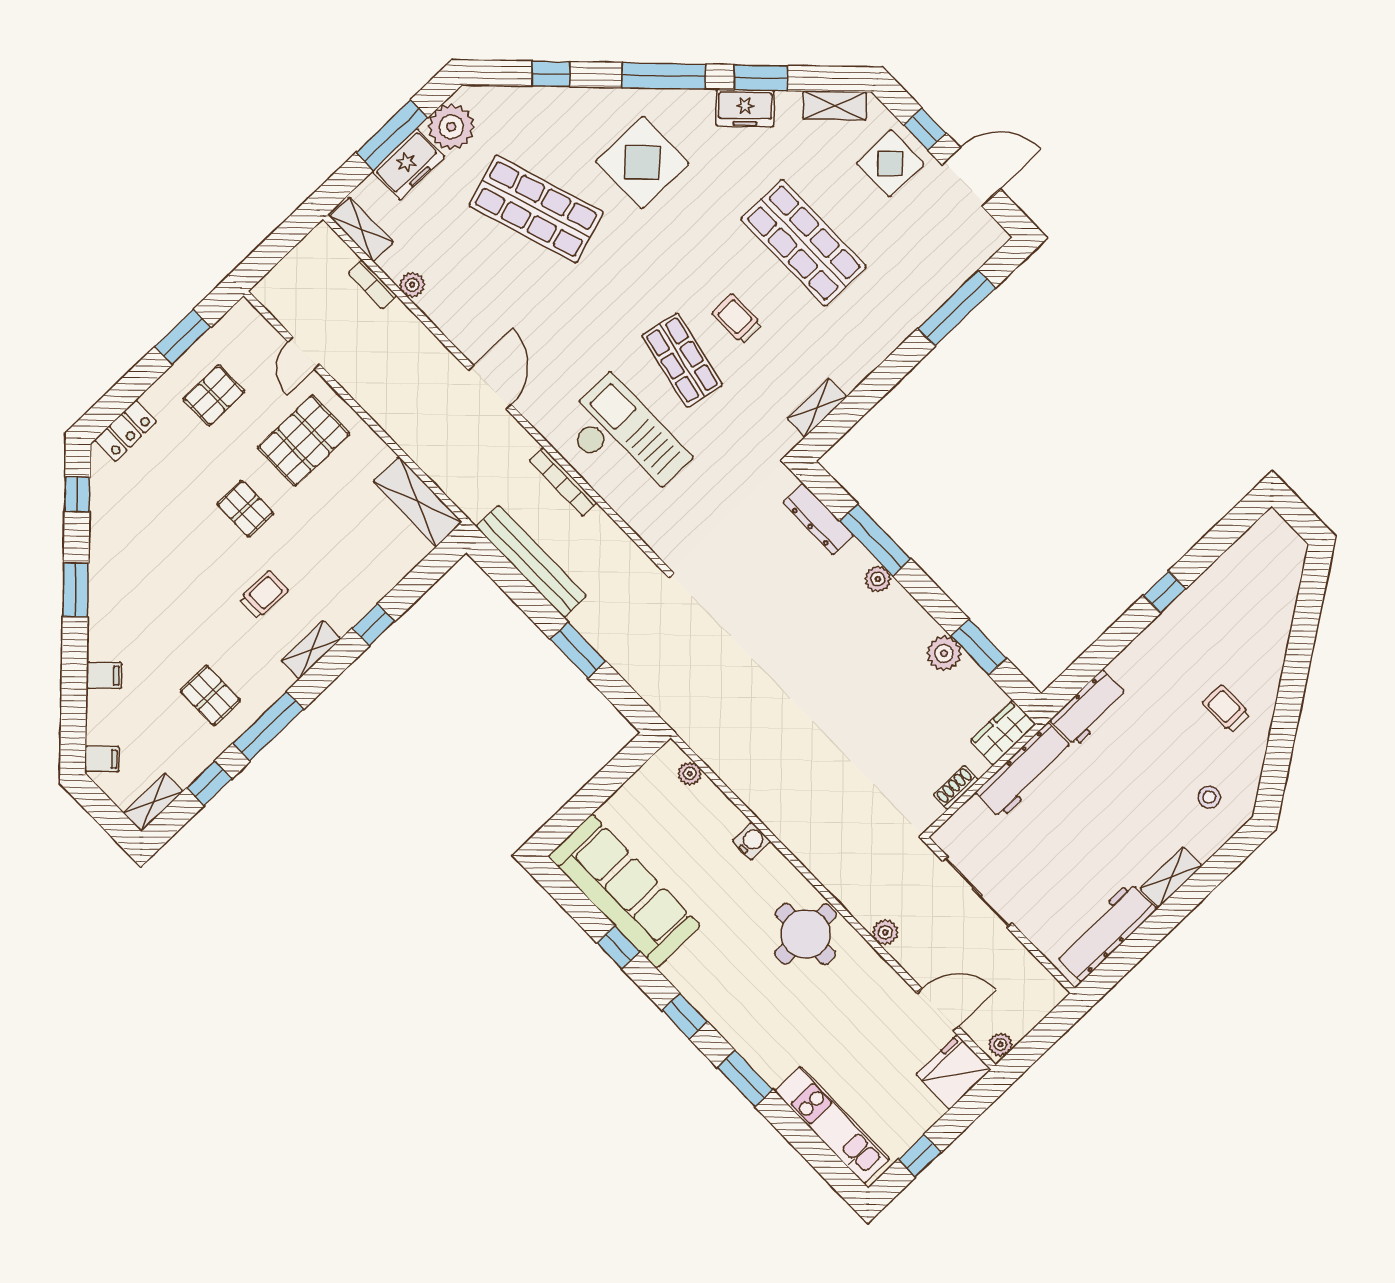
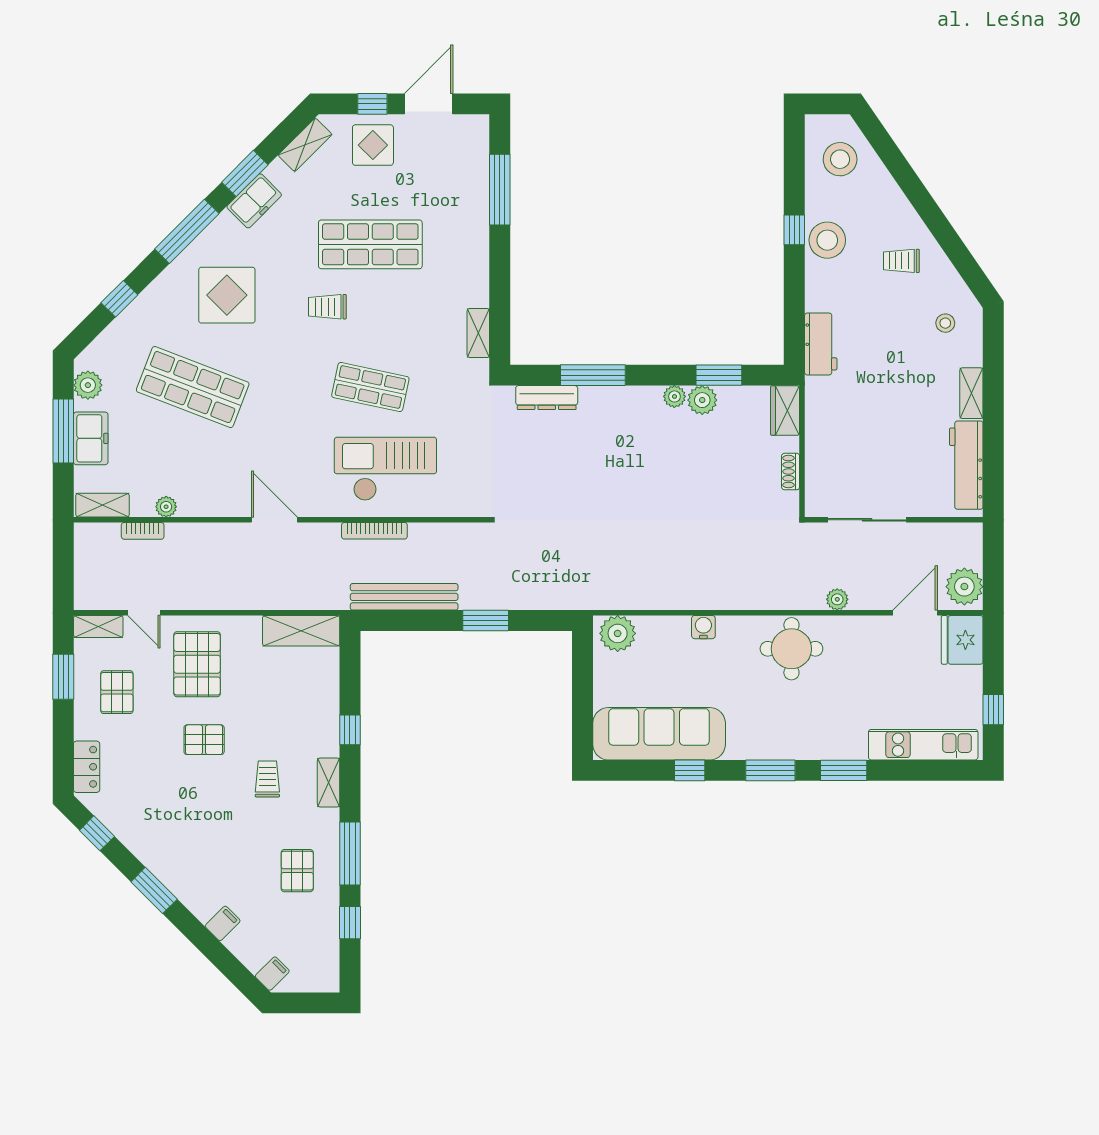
plant: (451, 127) -> (88, 385), width x0.73, depth x0.73
shop shelf: (536, 209) -> (193, 387), turned 39
trolley: (737, 319) -> (327, 307), moved
stool: (1262, 573) -> (840, 159), added
plant: (878, 579) -> (674, 396), moved
stool: (1183, 629) -> (827, 240), added
pallet: (210, 696) -> (297, 871), turned 90
workbench: (1024, 771) -> (821, 420), removed
plant: (690, 774) -> (618, 633), width x1.88, depth x1.88
shelving: (153, 802) -> (98, 626), moved, turned 90
window: (685, 1016) -> (770, 770), width x1.50
plant: (1000, 1045) -> (964, 587), width x1.88, depth x1.88

